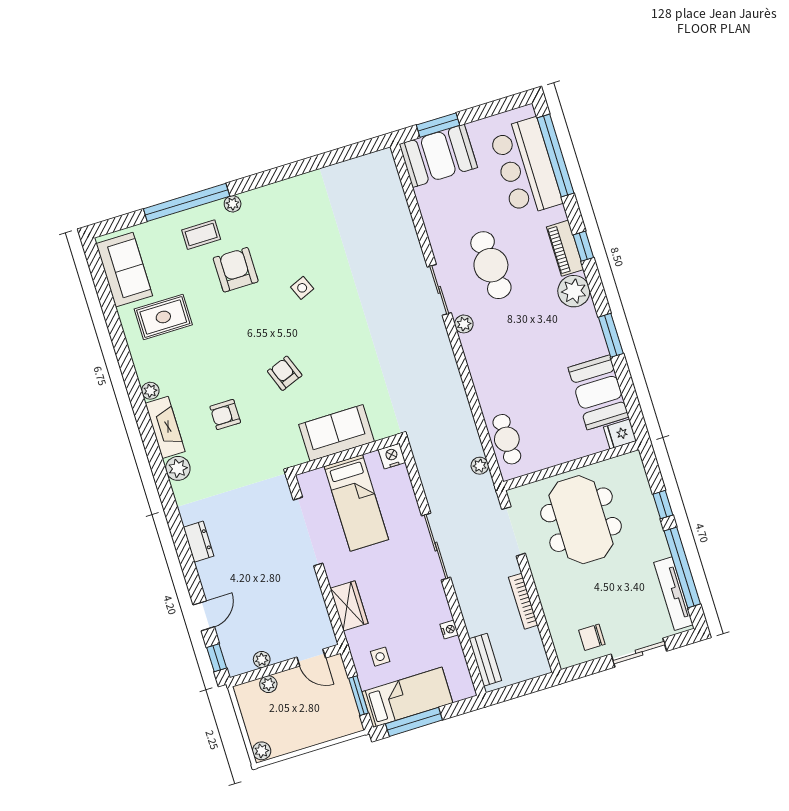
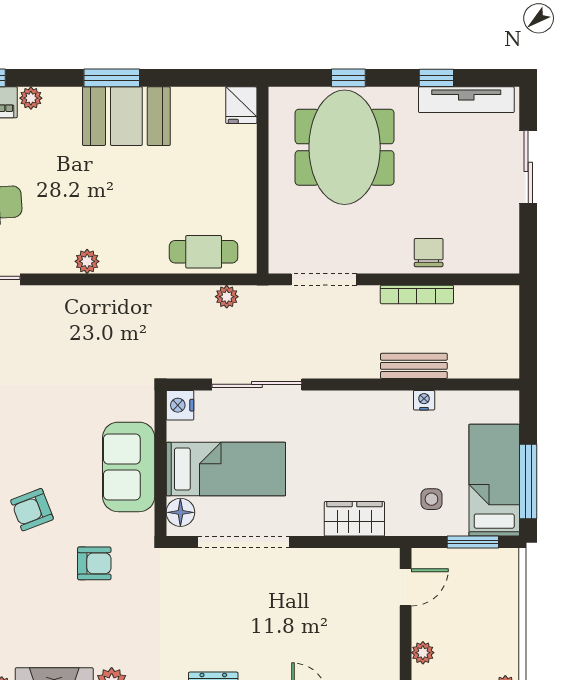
plant: (574, 291) -> (31, 98), width x0.53, depth x0.53
plant: (464, 324) -> (87, 261), moved
booth: (599, 392) -> (126, 116), moved
armchair: (225, 415) -> (94, 563), moved, turned -90
floor lamp: (315, 480) -> (180, 512), added
meeting table: (581, 520) -> (345, 147), moved, turned 90
sliding door: (436, 547) -> (257, 384), moved
window: (682, 567) -> (436, 78), width x0.32
chair: (592, 637) -> (429, 253), moved, turned 180
plant: (262, 660) -> (389, 652), removed
bench: (485, 660) -> (414, 366), moved

